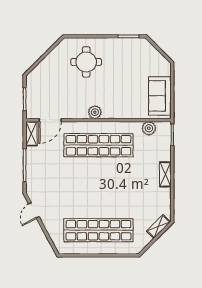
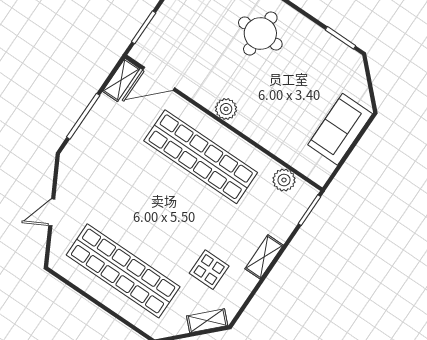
sofa: (160, 96) -> (340, 129), moved
display table: (142, 200) -> (209, 270), added
door: (34, 210) -> (52, 212), moved

